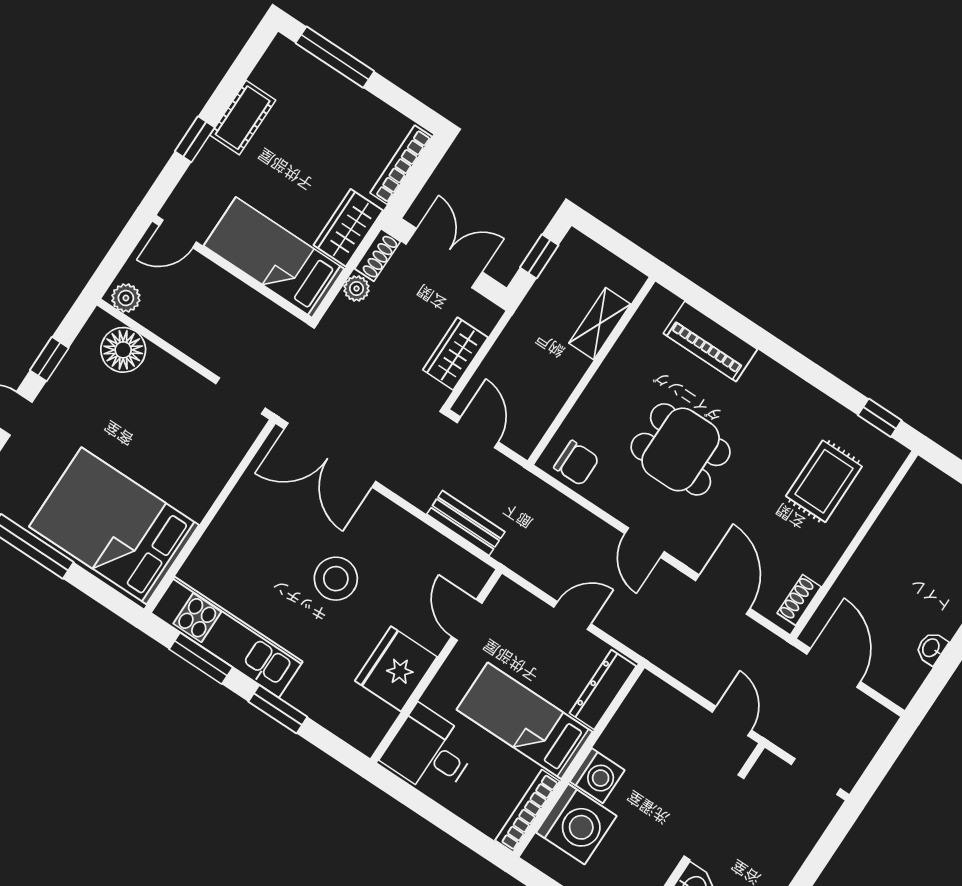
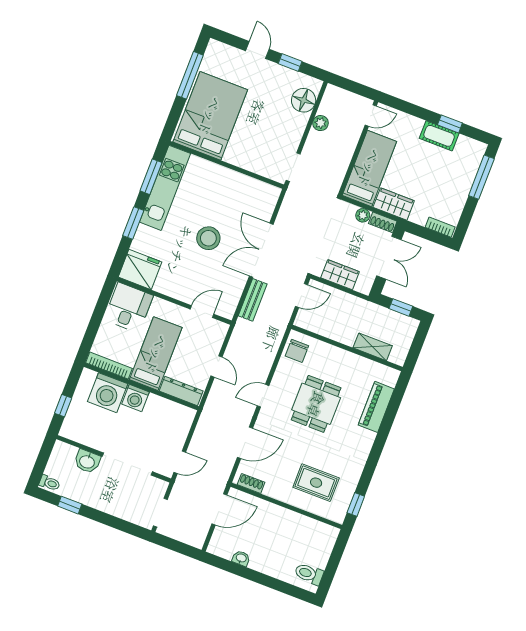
window: (195, 139) -> (450, 124), moved
bookcase: (401, 165) -> (440, 227), width x0.64
door: (178, 234) -> (371, 115), swing flipped
plant: (126, 298) -> (320, 123), moved
double door: (330, 455) -> (261, 250), moved
fridge: (396, 669) -> (140, 269), moved

